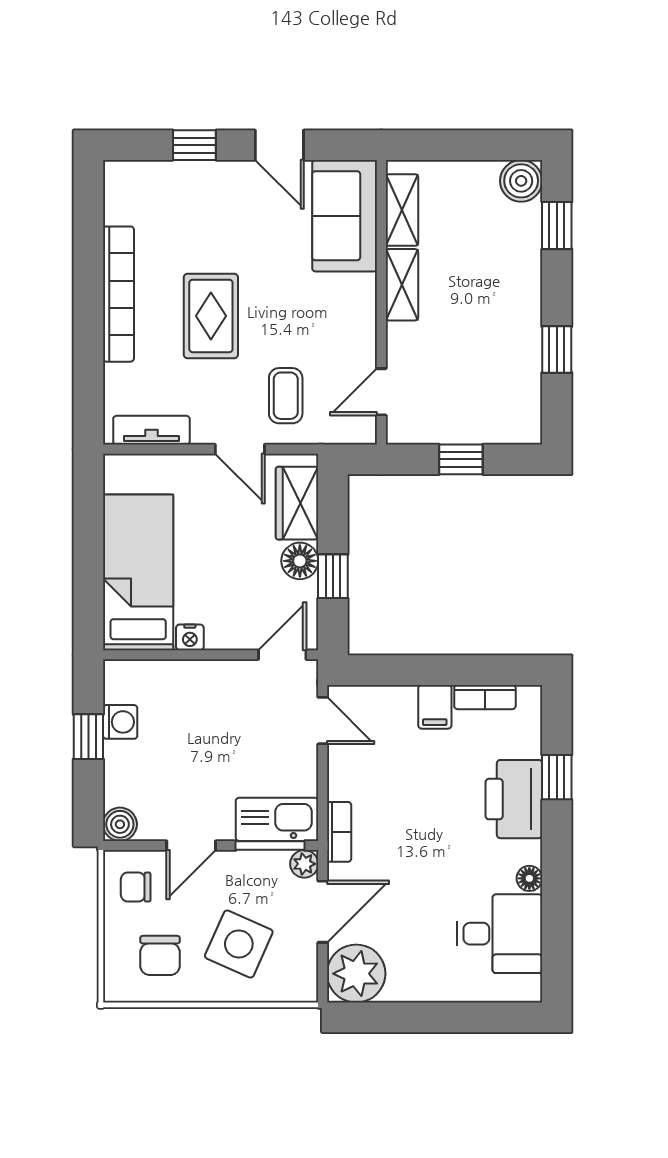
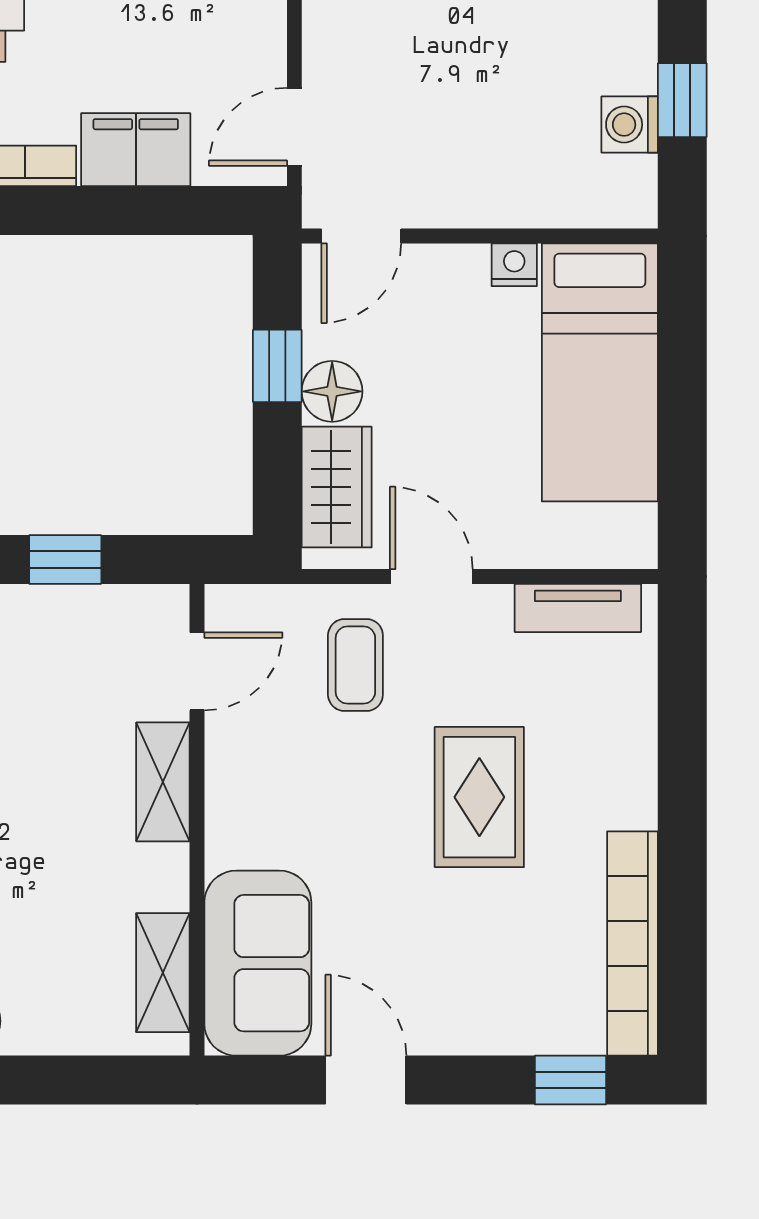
window: (194, 145) -> (570, 1080), moved
shelving: (402, 285) -> (163, 782), moved
bookcase: (118, 294) -> (632, 944), moved
filing cabinet: (435, 707) -> (136, 150), width x2.00
door: (323, 721) -> (294, 127), hinge flipped

